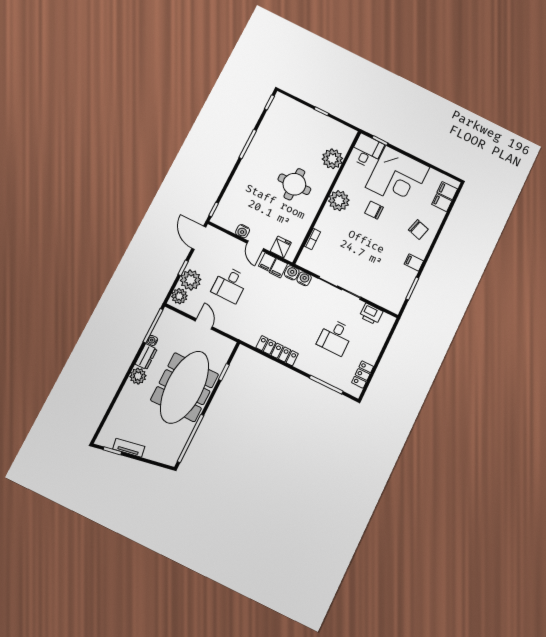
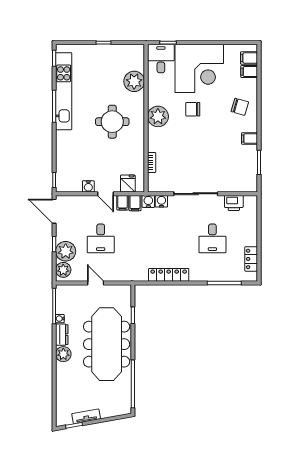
kitchen unit: (263, 135) -> (64, 91), added

